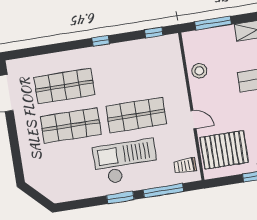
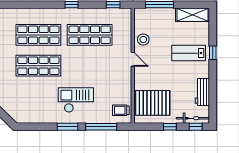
shop shelf: (136, 115) -> (90, 35), moved
door: (193, 120) -> (133, 59), moved
checkout: (125, 162) -> (76, 100), width x0.73, depth x0.83

